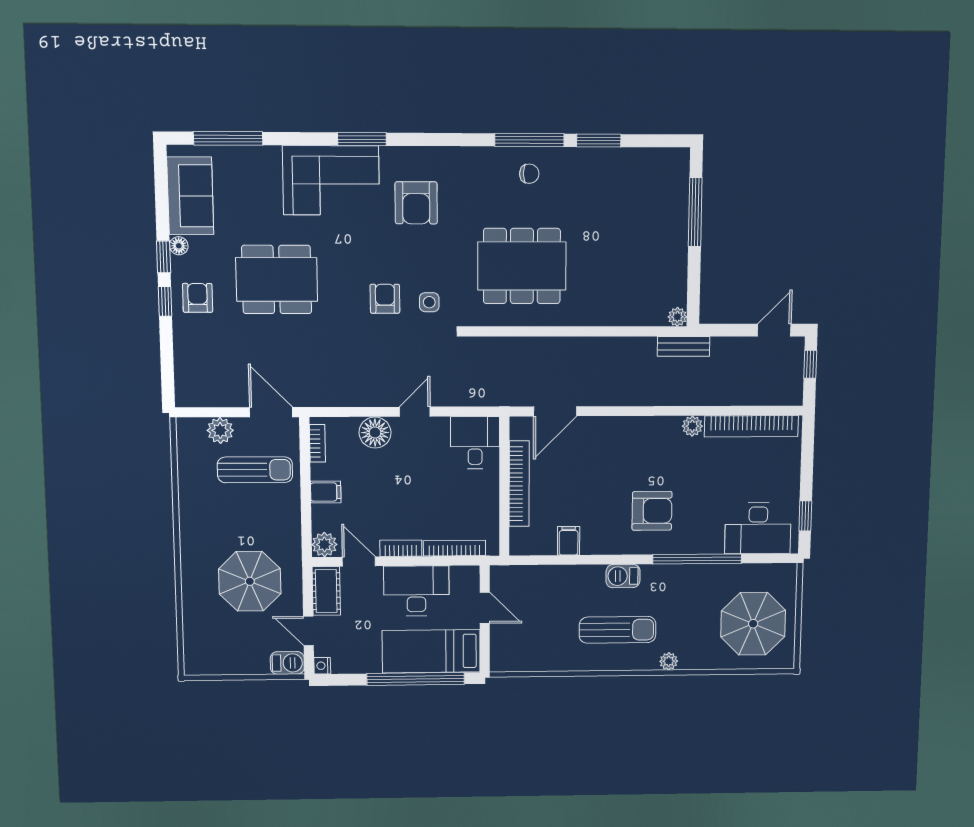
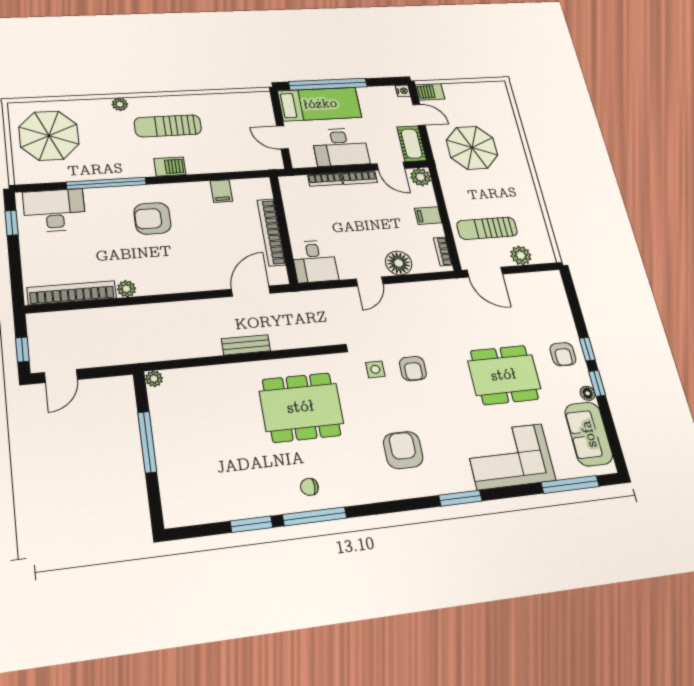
corner sofa: (331, 180) -> (510, 457), moved
window: (695, 212) -> (147, 442), moved
bench: (684, 346) -> (246, 345), moved
bookcase: (455, 548) -> (325, 180), width x0.64

